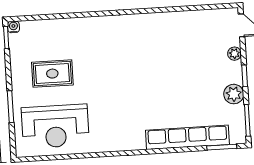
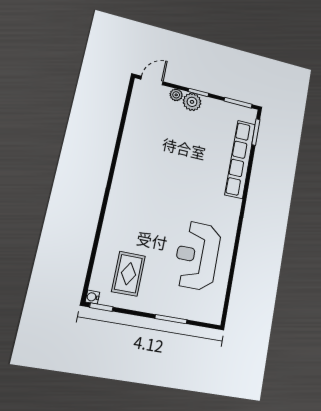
rug: (52, 74) -> (128, 274), moved
plant: (234, 94) -> (192, 102), moved
reception desk: (55, 126) -> (197, 256), moved, turned 180

